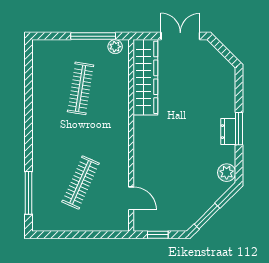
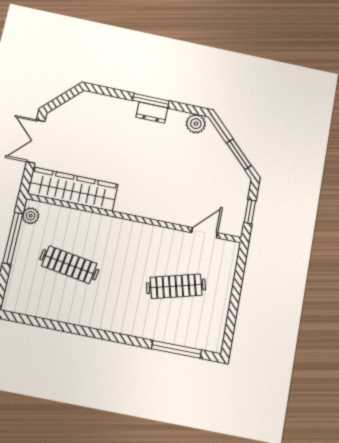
clothes rail: (81, 182) -> (176, 286), turned -39

